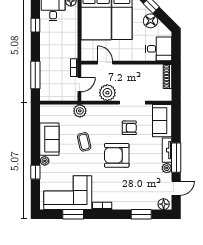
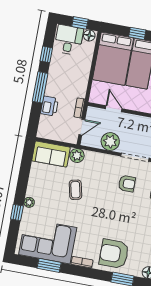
printer: (47, 71) -> (49, 106), added
window: (35, 75) -> (40, 87), moved
sofa: (49, 139) -> (51, 154), moved, turned 90
armchair: (117, 155) -> (114, 254), moved

